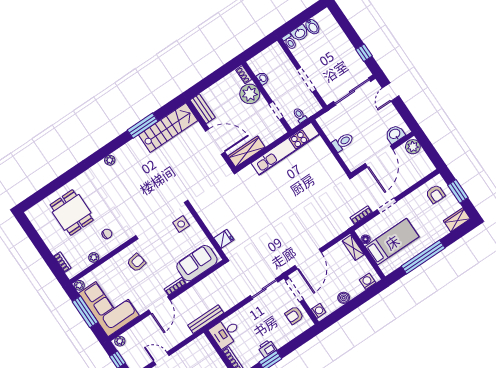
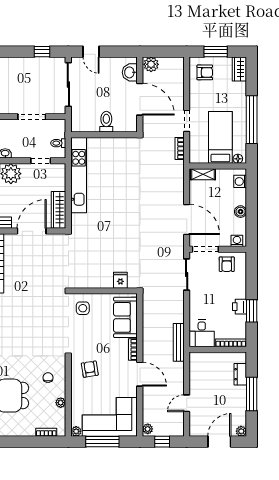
floor lamp: (366, 239) -> (238, 159), moved

